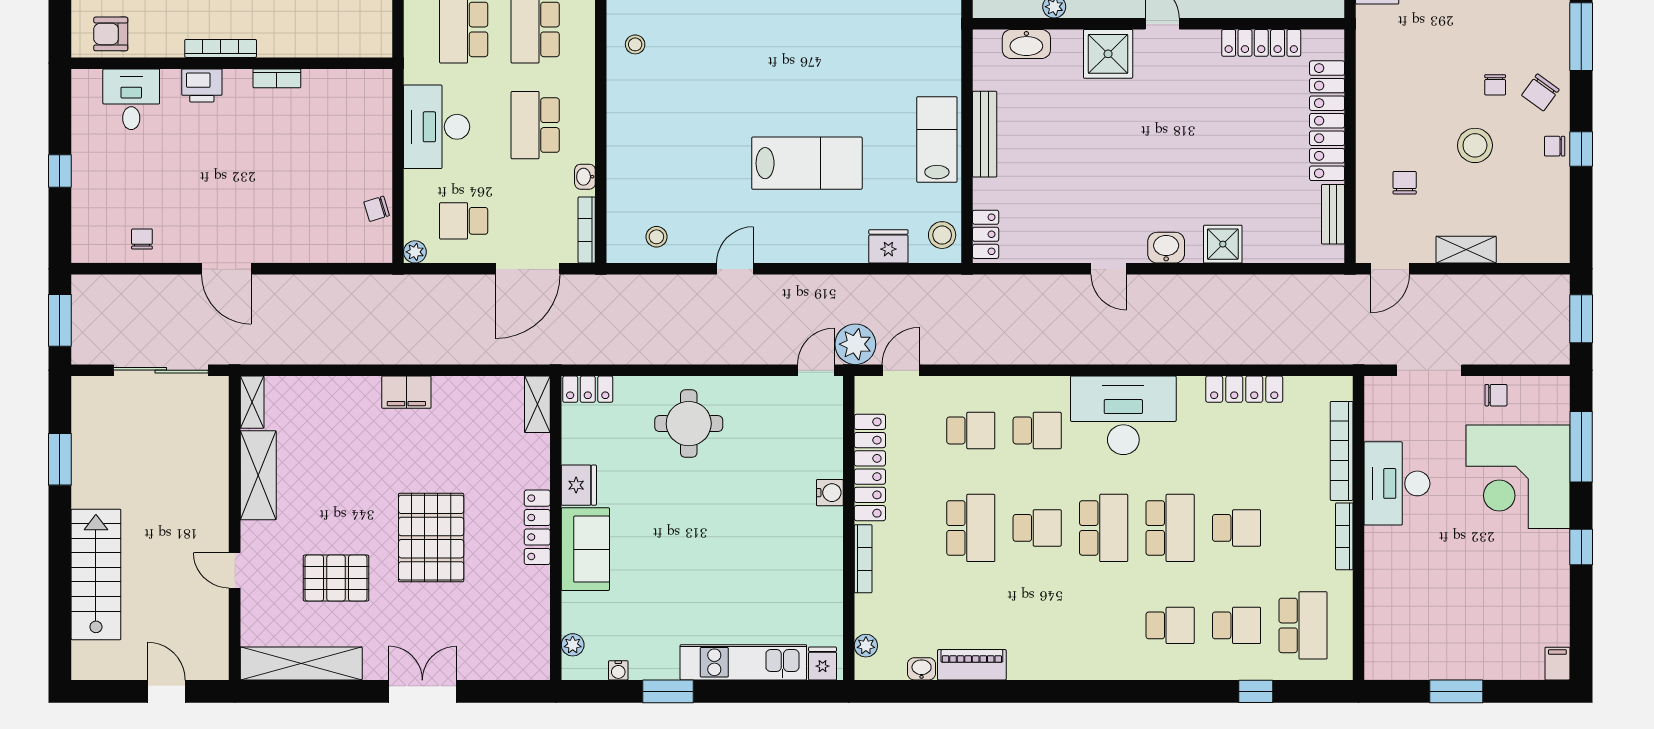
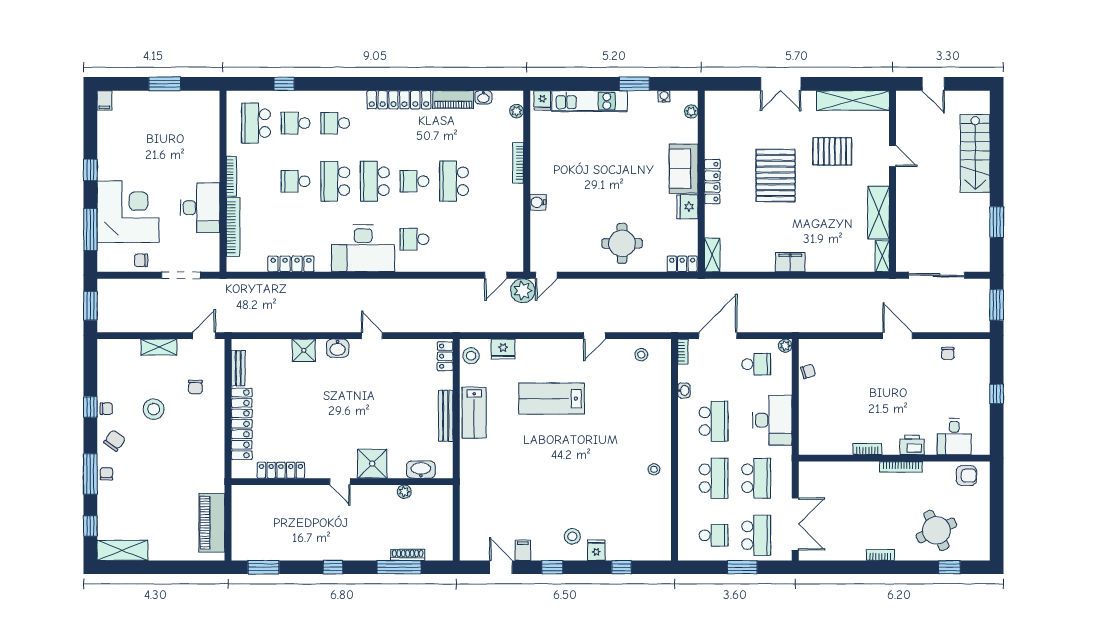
chair: (1495, 85) -> (106, 474), moved
bookcase: (587, 230) -> (683, 352), width x0.64
school desk: (971, 430) -> (454, 239), removed
locker: (870, 468) -> (399, 100), moved, turned -90

